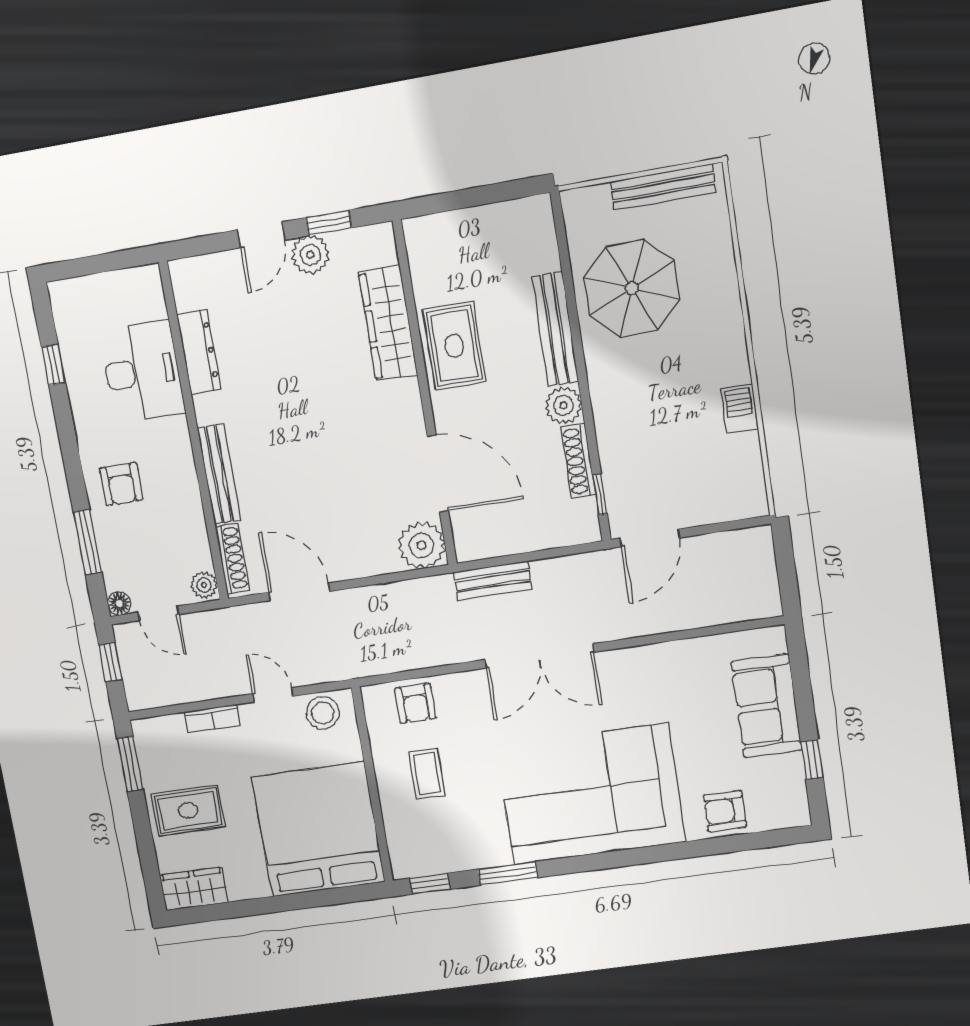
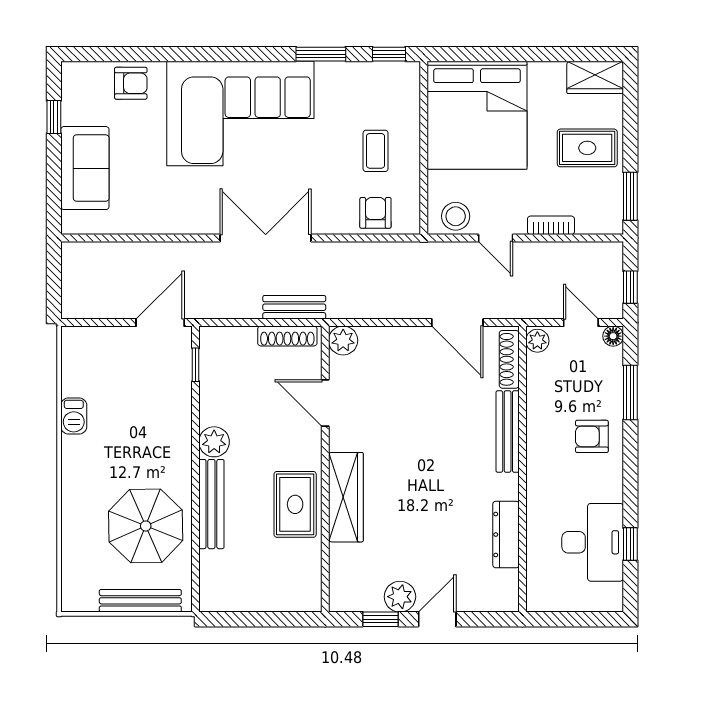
bench: (663, 187) -> (140, 601), moved
wardrobe: (388, 324) -> (346, 497), moved
desk: (142, 372) -> (593, 542), moved, turned 180
shoe rack: (578, 461) -> (287, 336), moved, turned 90
door: (438, 473) -> (325, 403), width x0.73
armchair: (121, 484) -> (592, 436), turned -90
plant: (422, 545) -> (343, 340), width x0.73, depth x0.73

